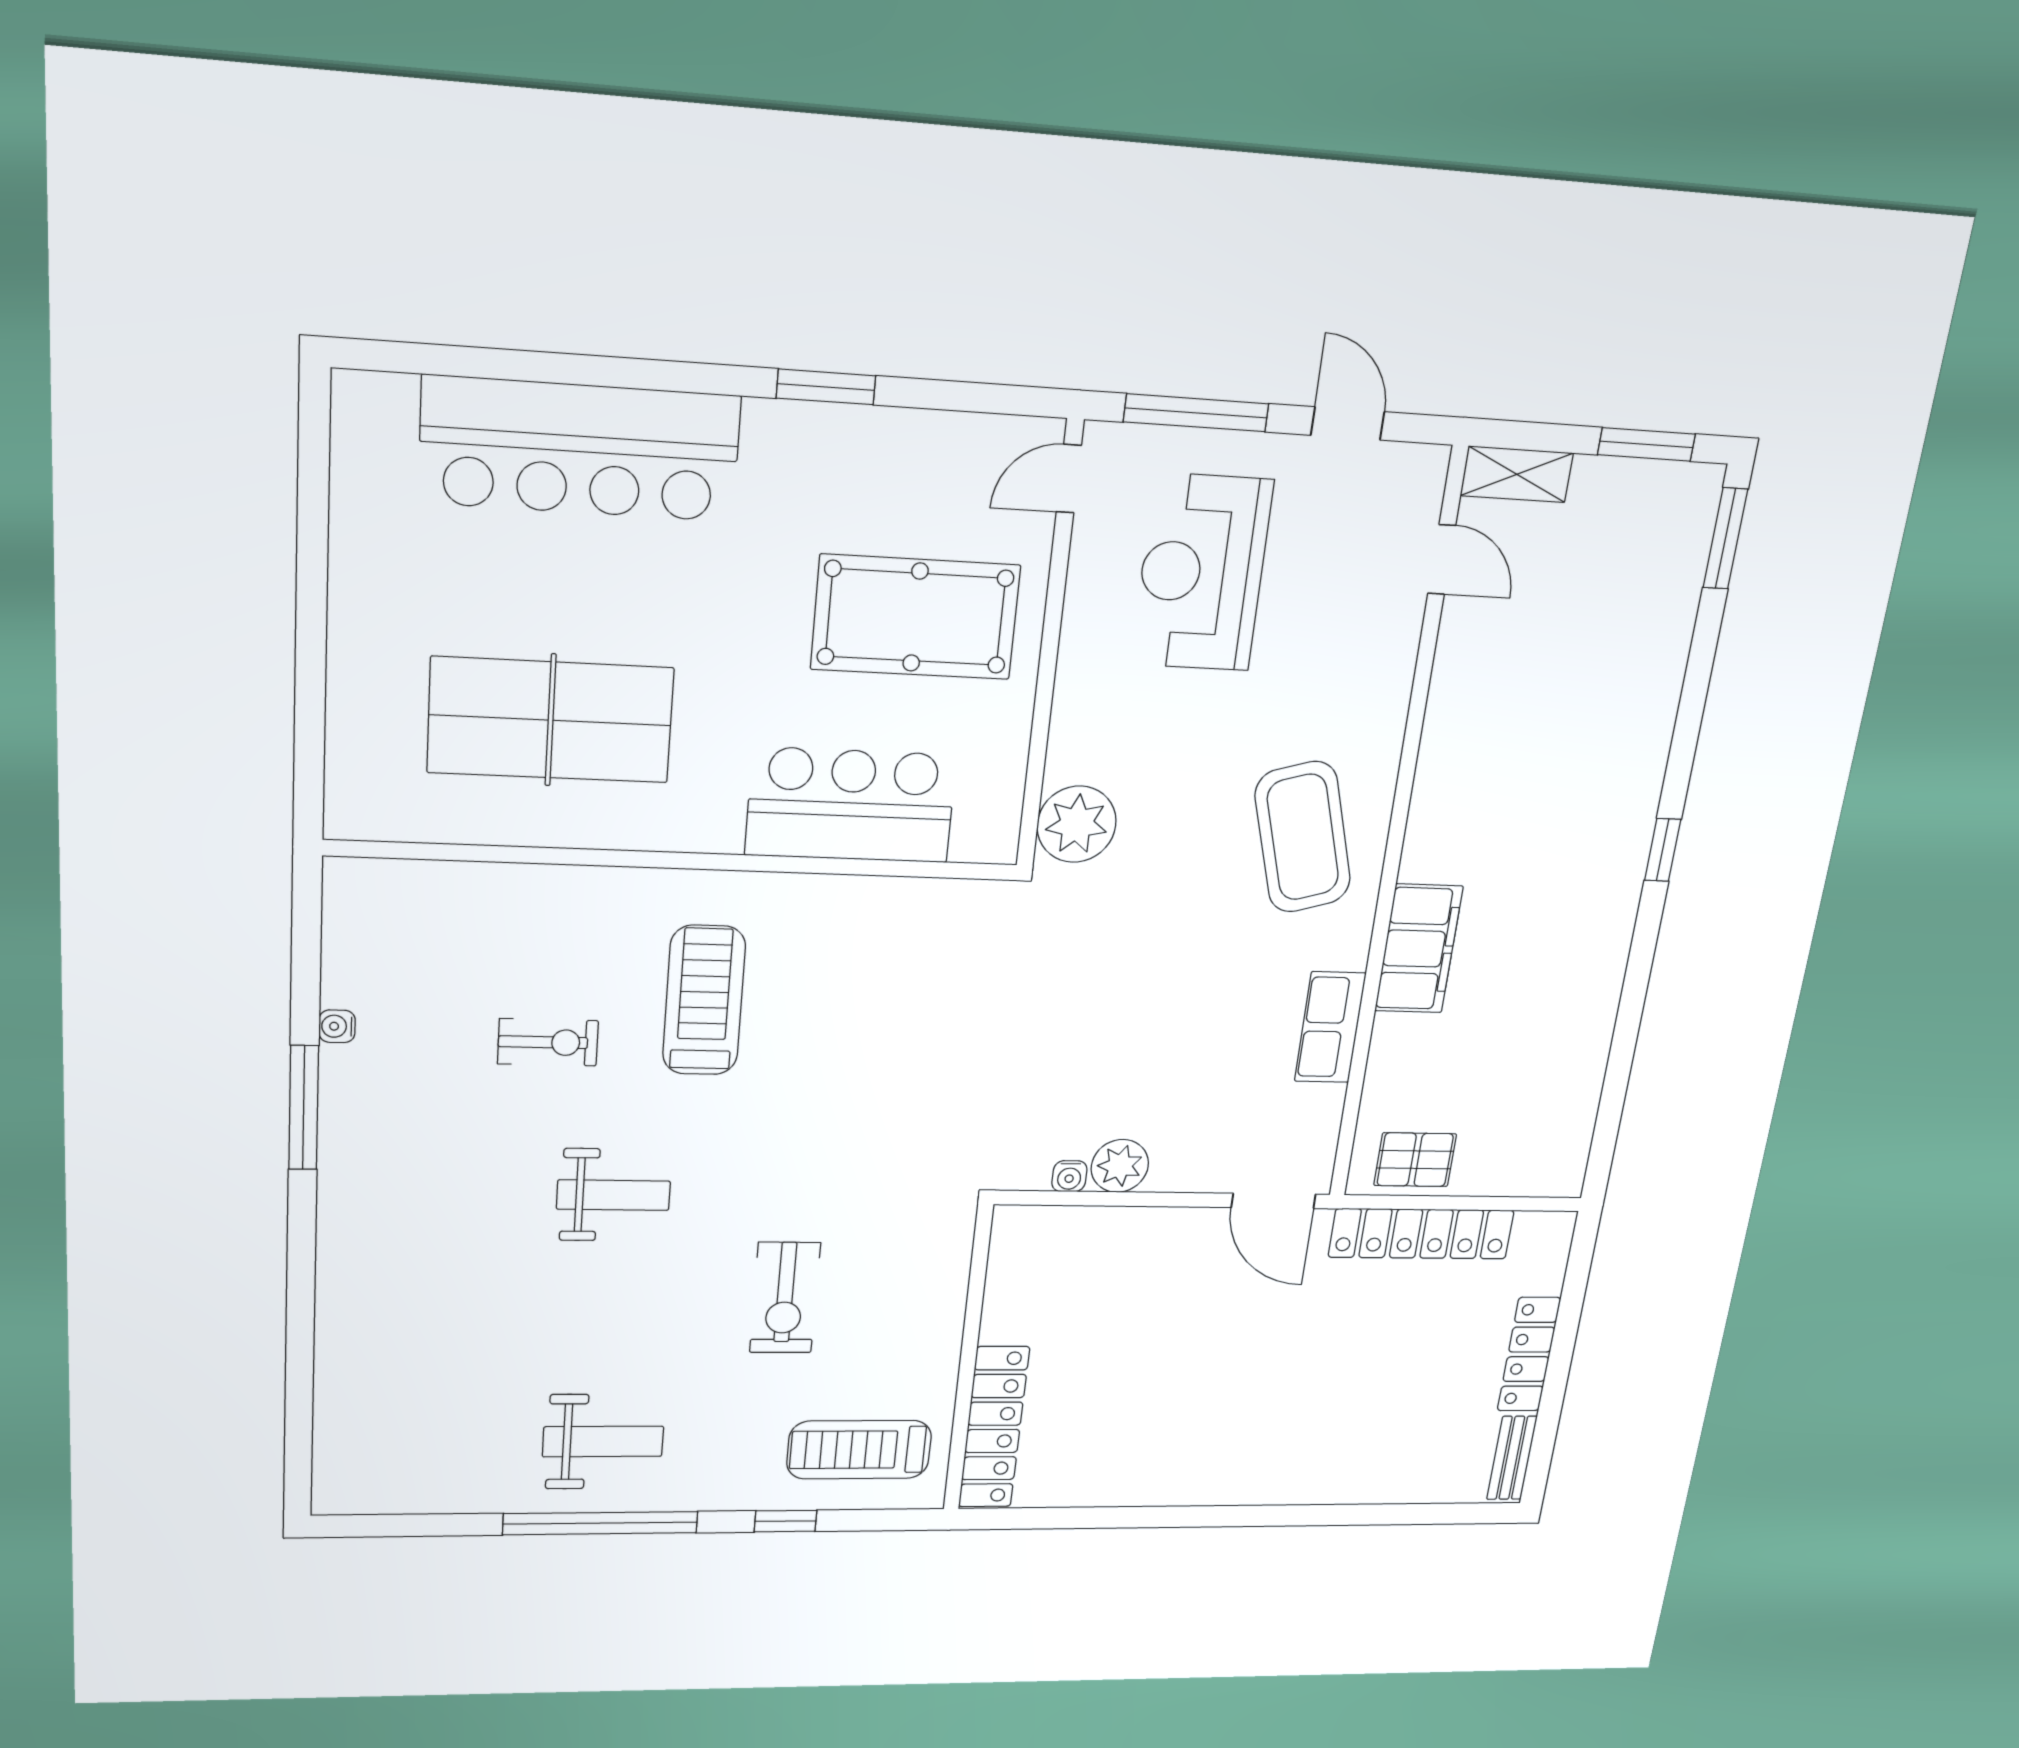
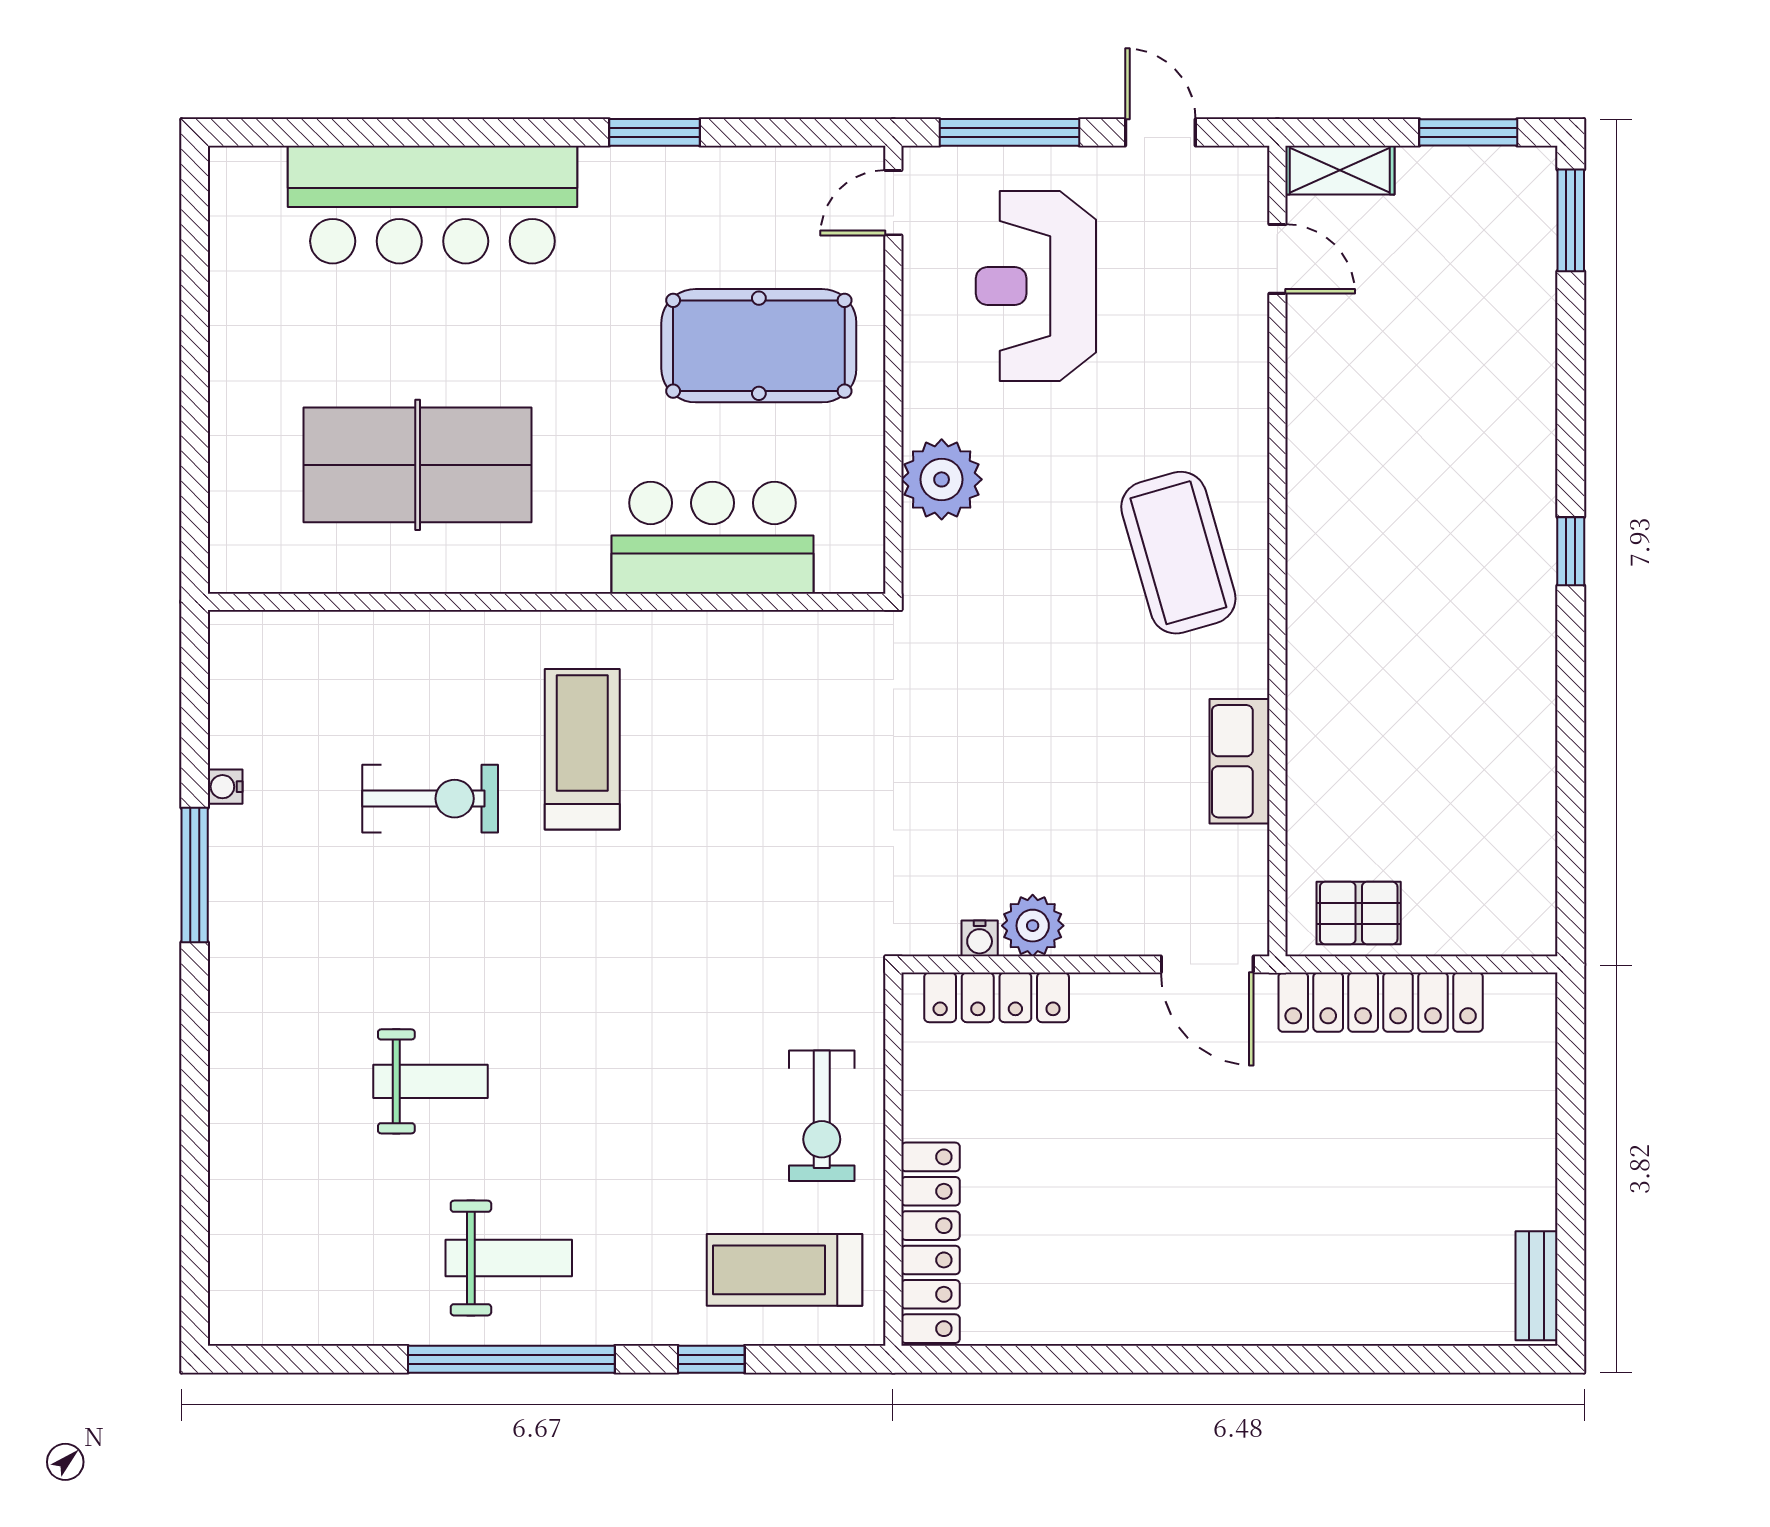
plant: (1077, 824) -> (942, 479), moved
filing cabinet: (1419, 949) -> (1322, 670), removed
exercise bike: (548, 1042) -> (430, 799), width x1.38, depth x1.39
weight bench: (613, 1195) -> (431, 1081), moved
exercise bike: (785, 1298) -> (822, 1116), moved
locker: (1529, 1354) -> (997, 997), moved, turned -90

